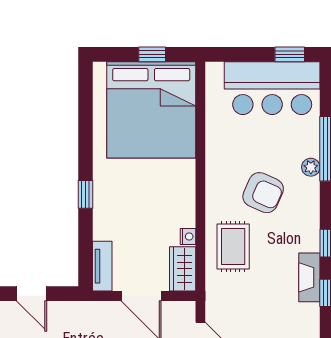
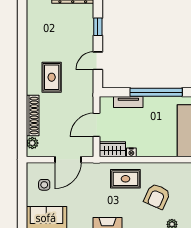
window: (86, 194) -> (156, 92), width x3.17
tv unit: (102, 266) -> (128, 102), moved

